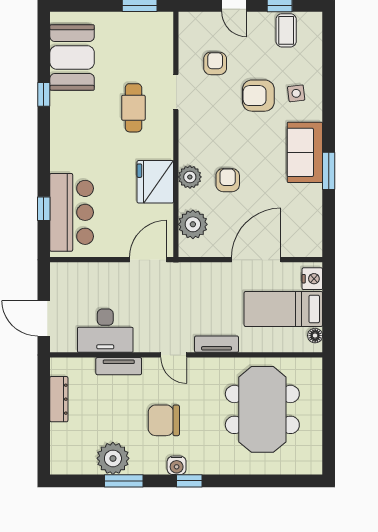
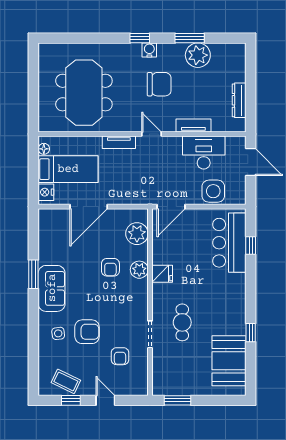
coffee table: (286, 30) -> (66, 381), turned -64
fridge: (155, 182) -> (162, 274), width x0.53, depth x0.75
side table: (93, 280) -> (213, 191), added

